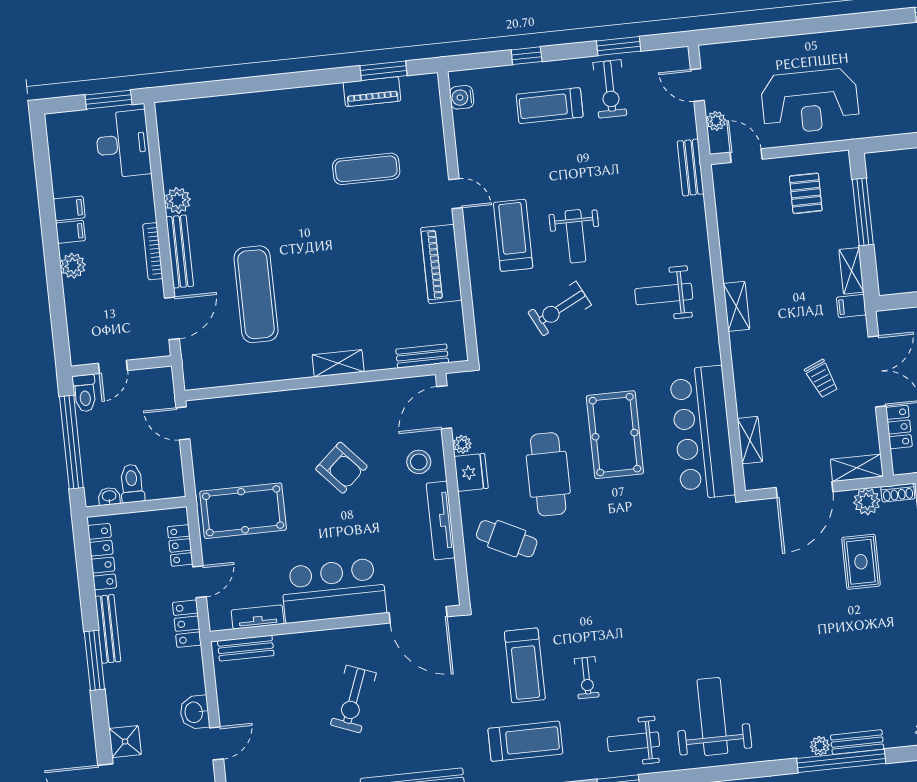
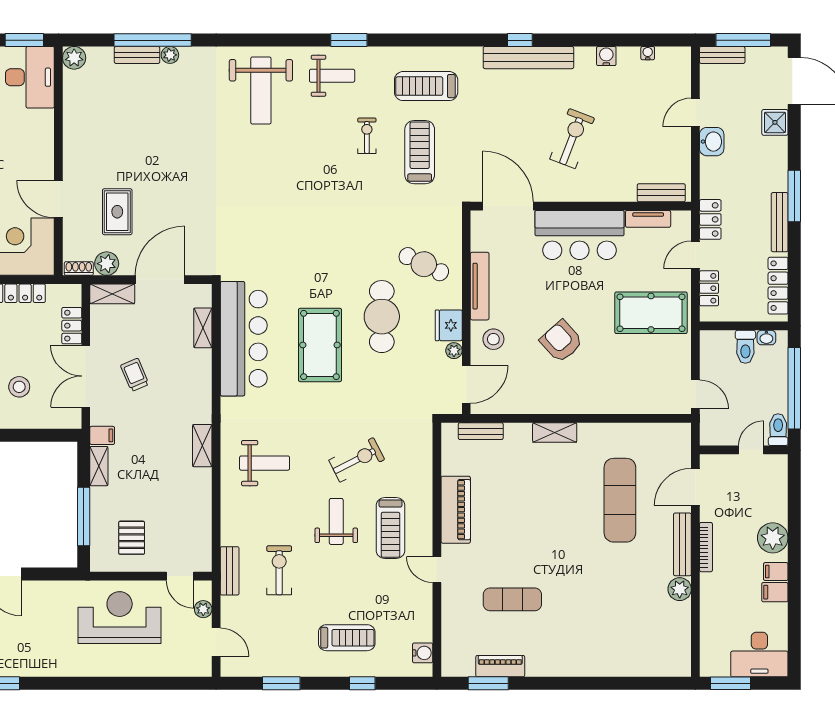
exercise bike: (610, 89) -> (279, 570), moved
desk: (123, 144) -> (759, 655), moved, turned -90
plant: (73, 266) -> (773, 538), width x1.36, depth x1.36

